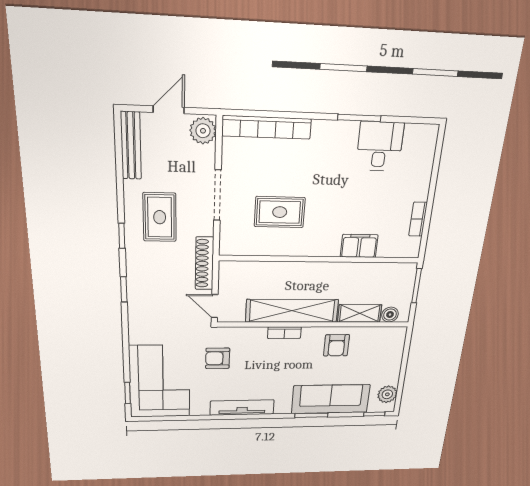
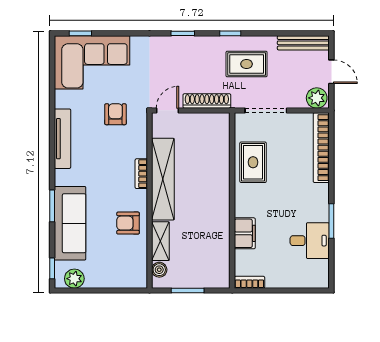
filing cabinet: (359, 246) -> (245, 233), moved
wall: (321, 259) -> (232, 200), moved

